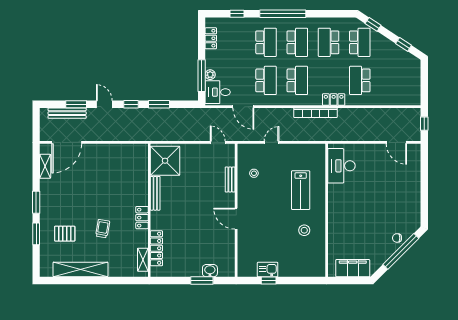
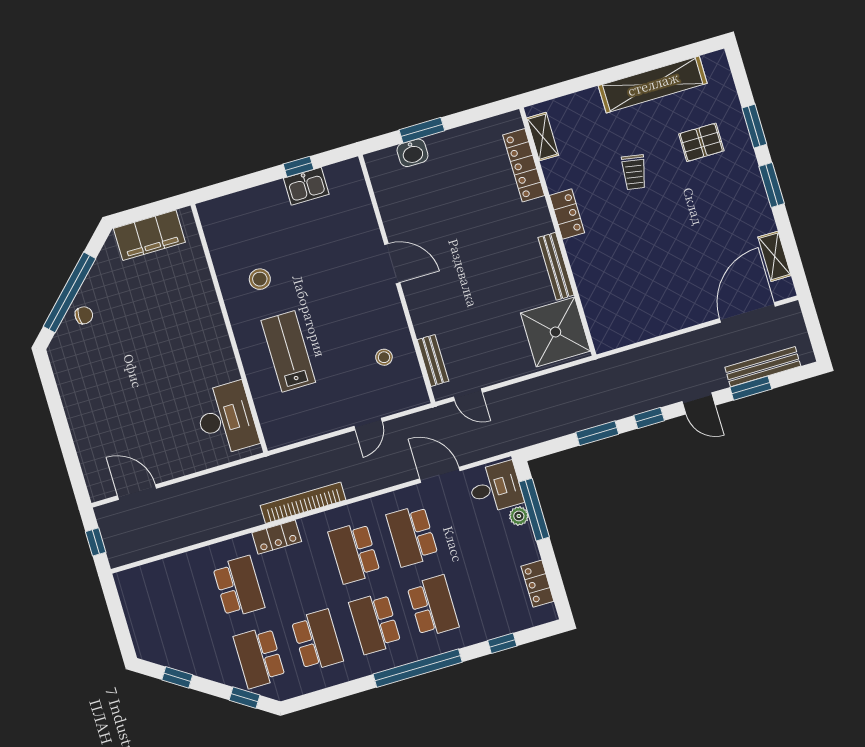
school desk: (266, 42) -> (433, 606), turned 180
bench: (230, 180) -> (433, 360), moved

